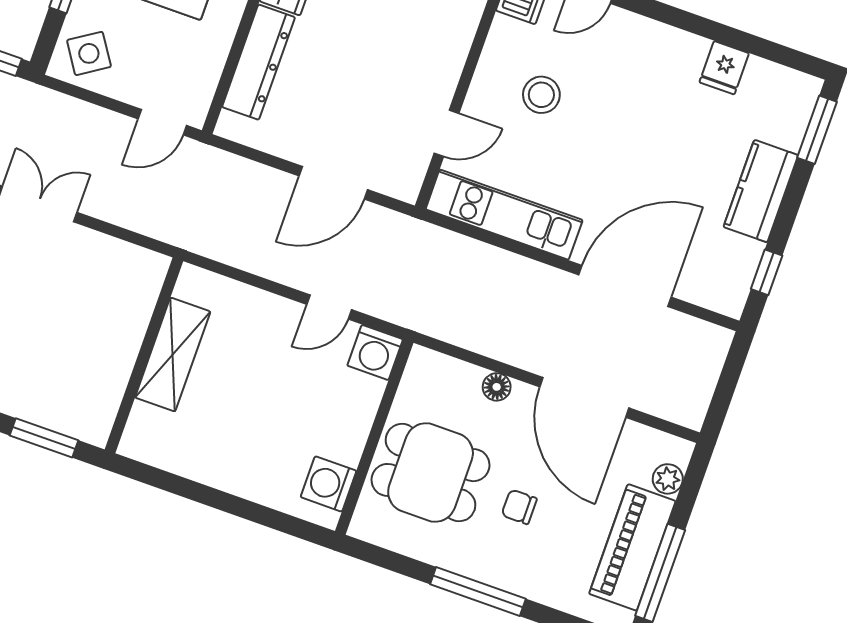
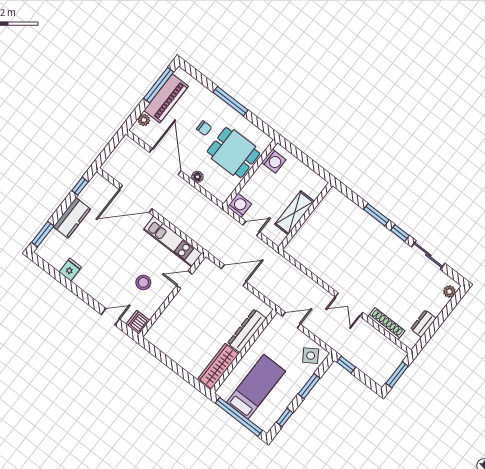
wall: (144, 355) -> (306, 216), moved
shelving: (173, 355) -> (295, 213), moved

